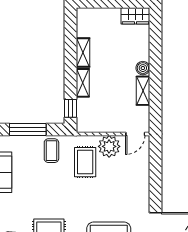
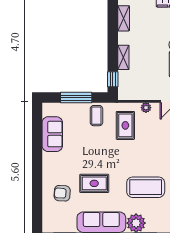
shelving: (83, 52) -> (124, 18), moved
plant: (109, 146) -> (146, 108), width x0.53, depth x0.53

